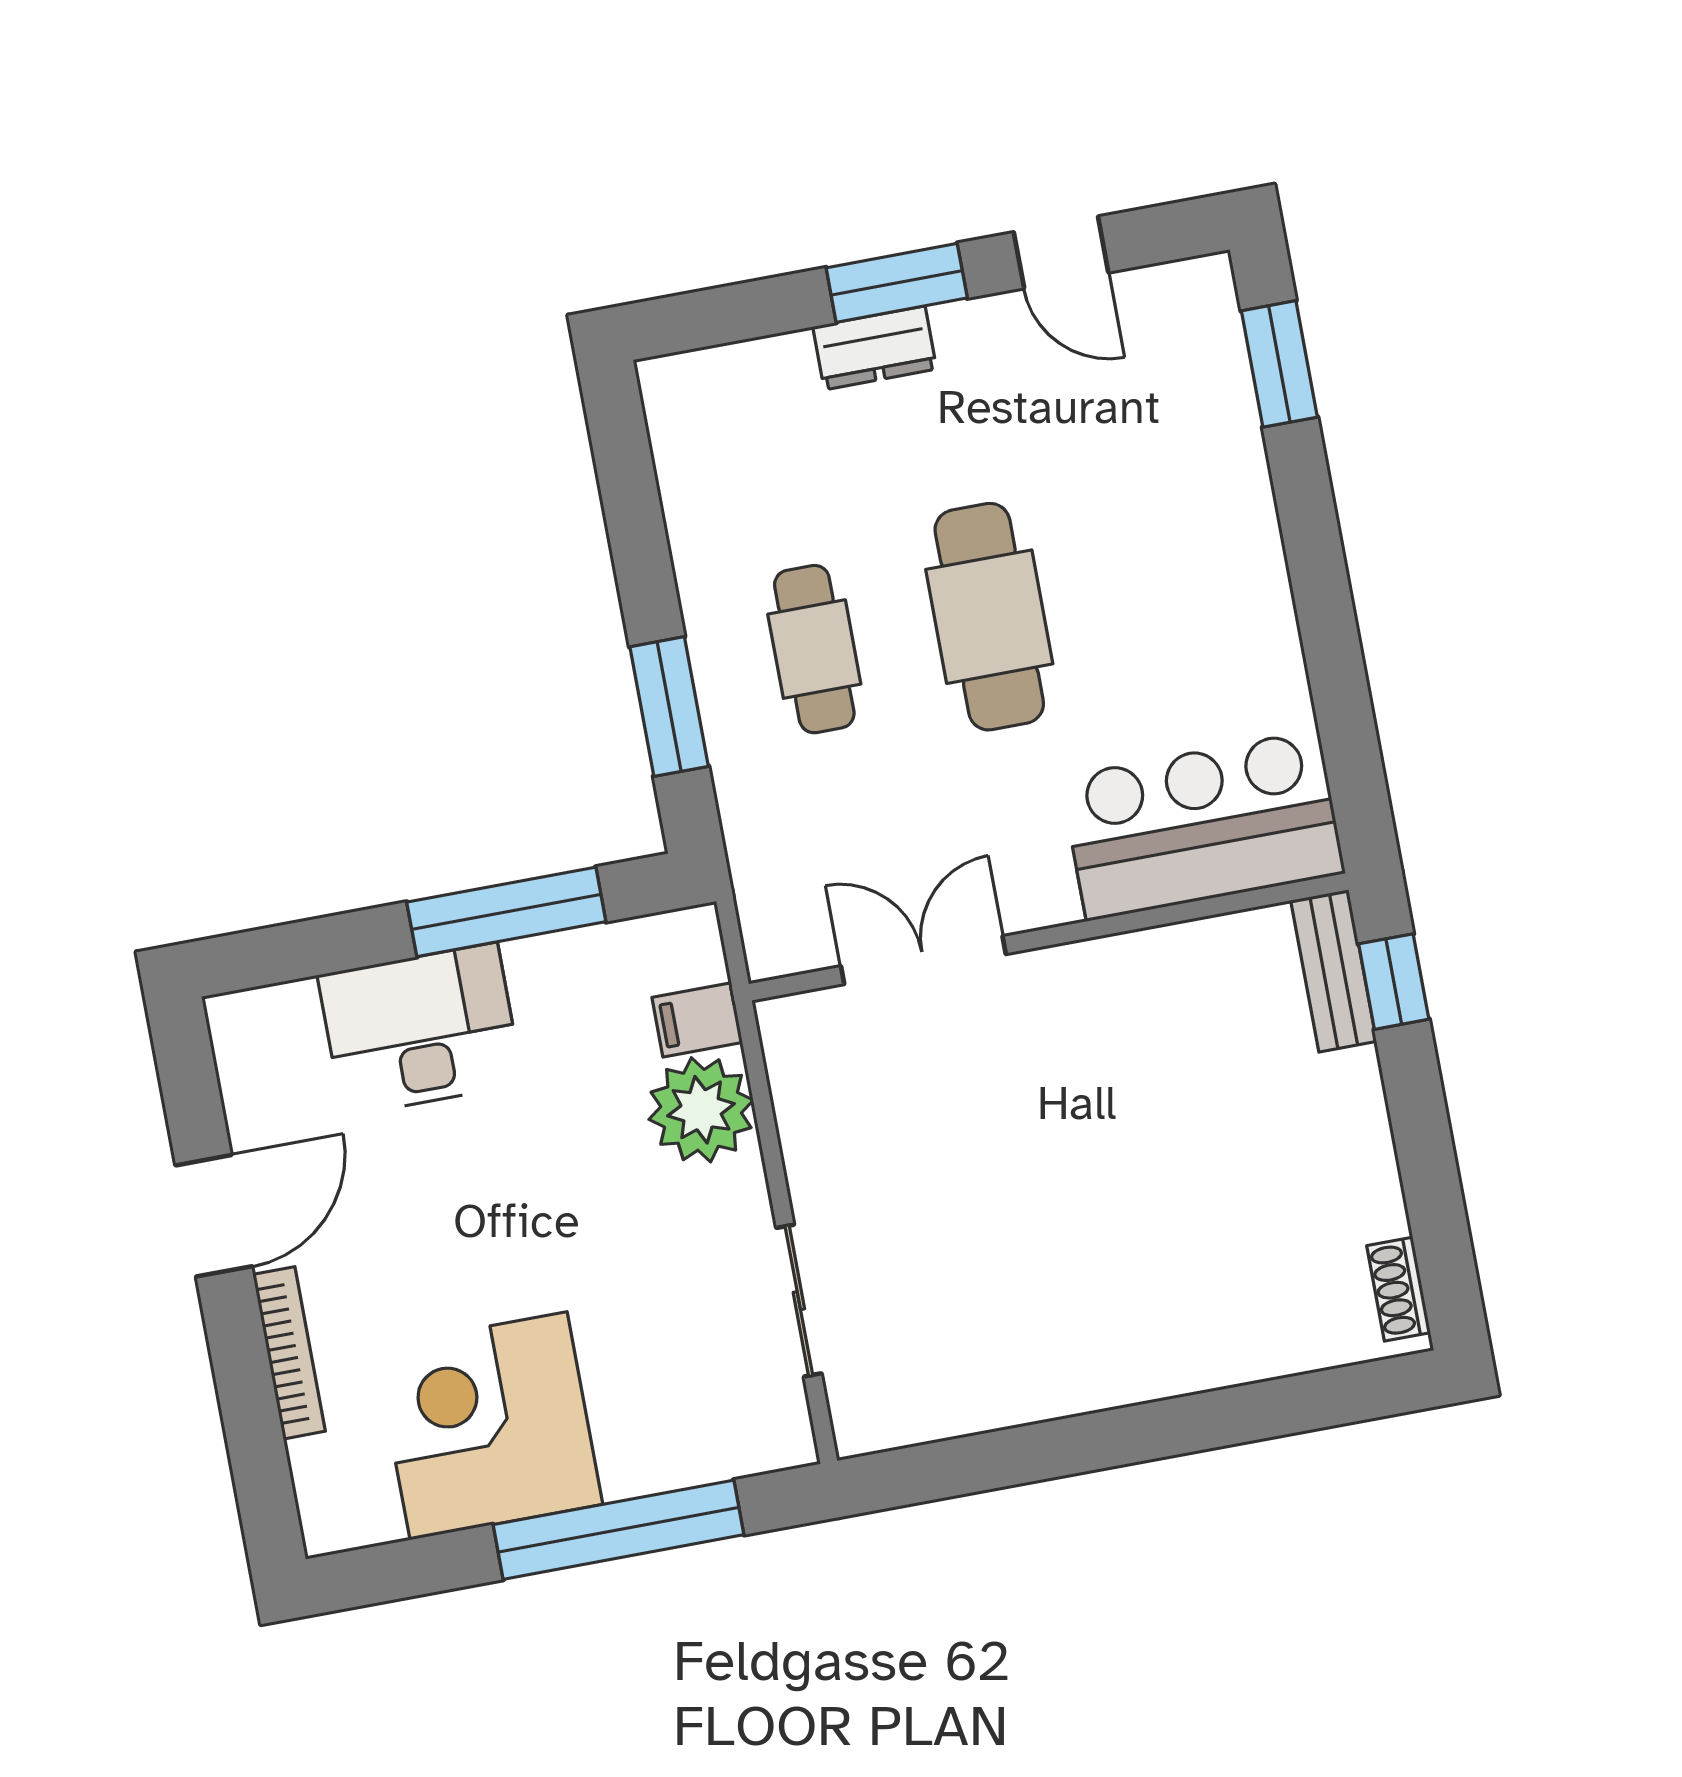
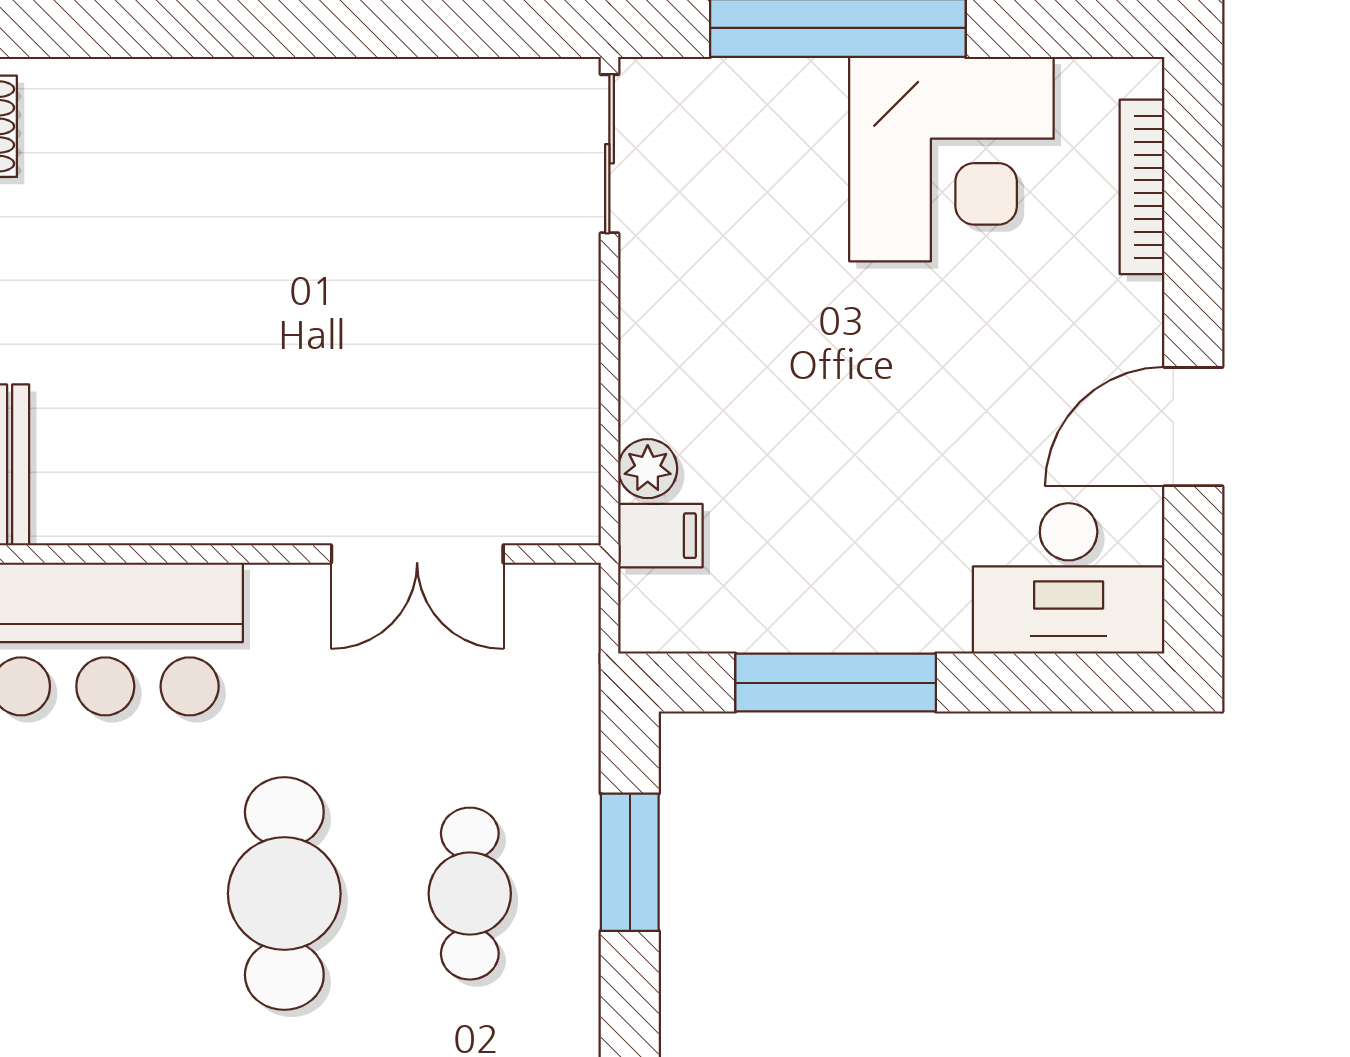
desk: (420, 1030) -> (1069, 578), moved
plant: (701, 1110) -> (648, 469), width x0.53, depth x0.53
sliding door: (799, 1301) -> (609, 154), moved
bookcase: (289, 1353) -> (1142, 187), moved

